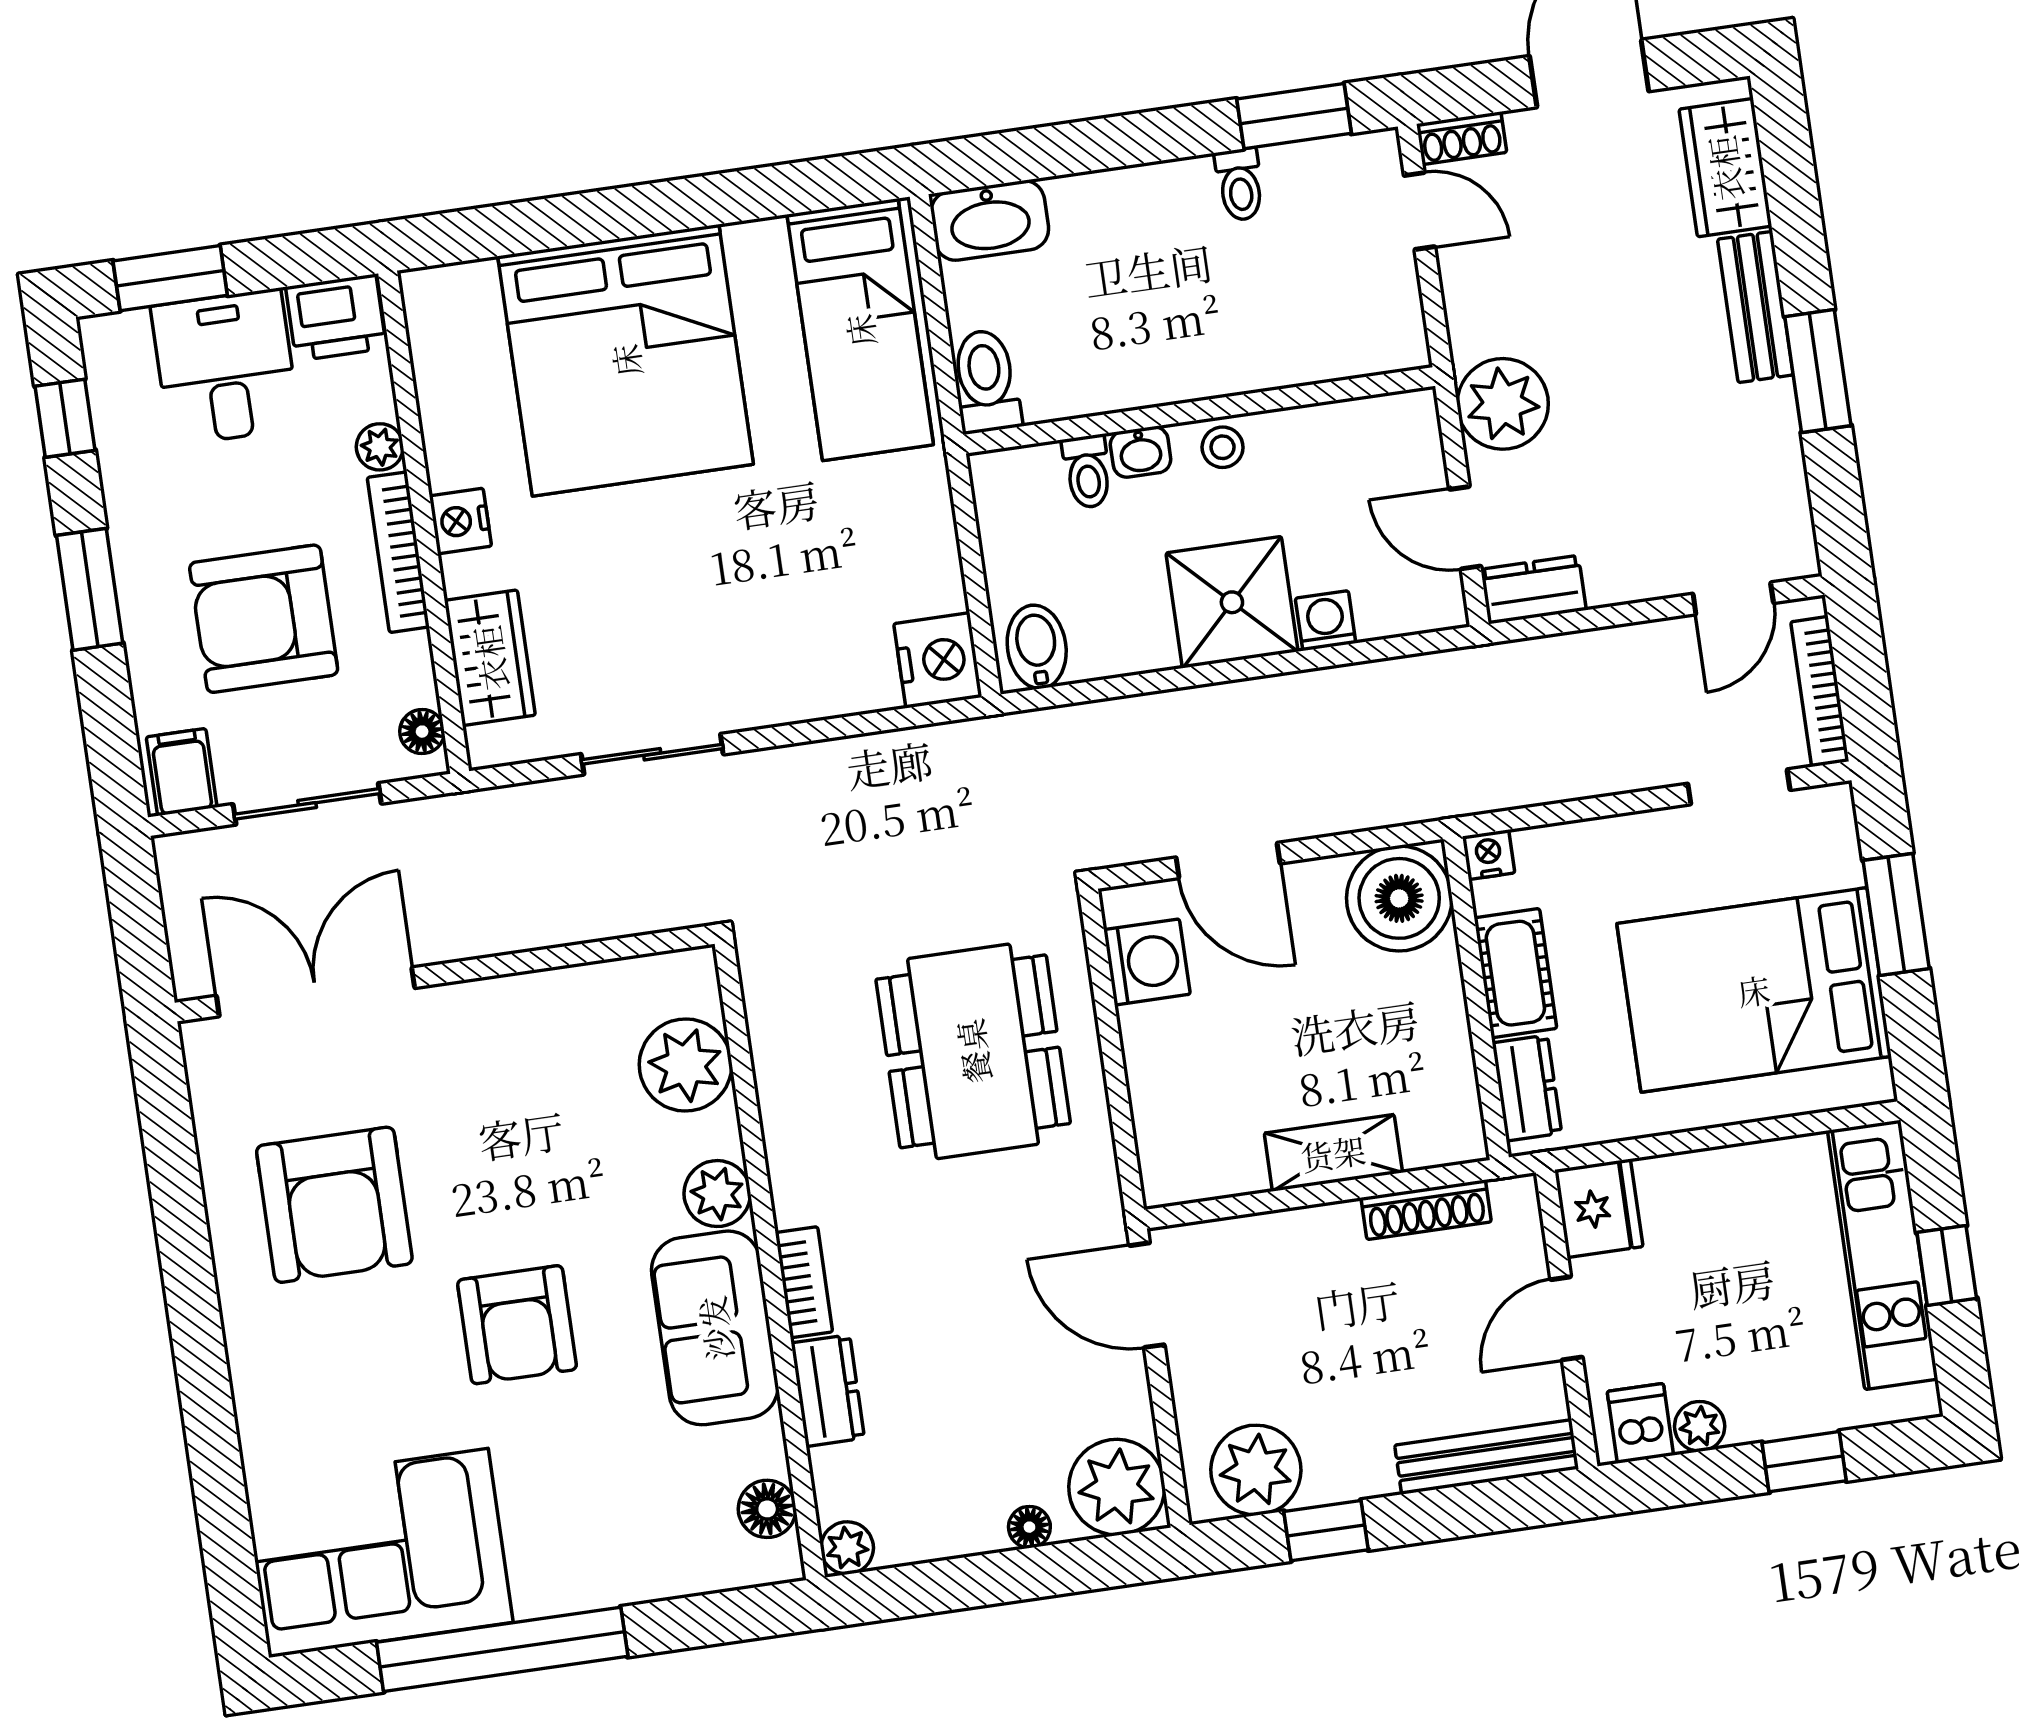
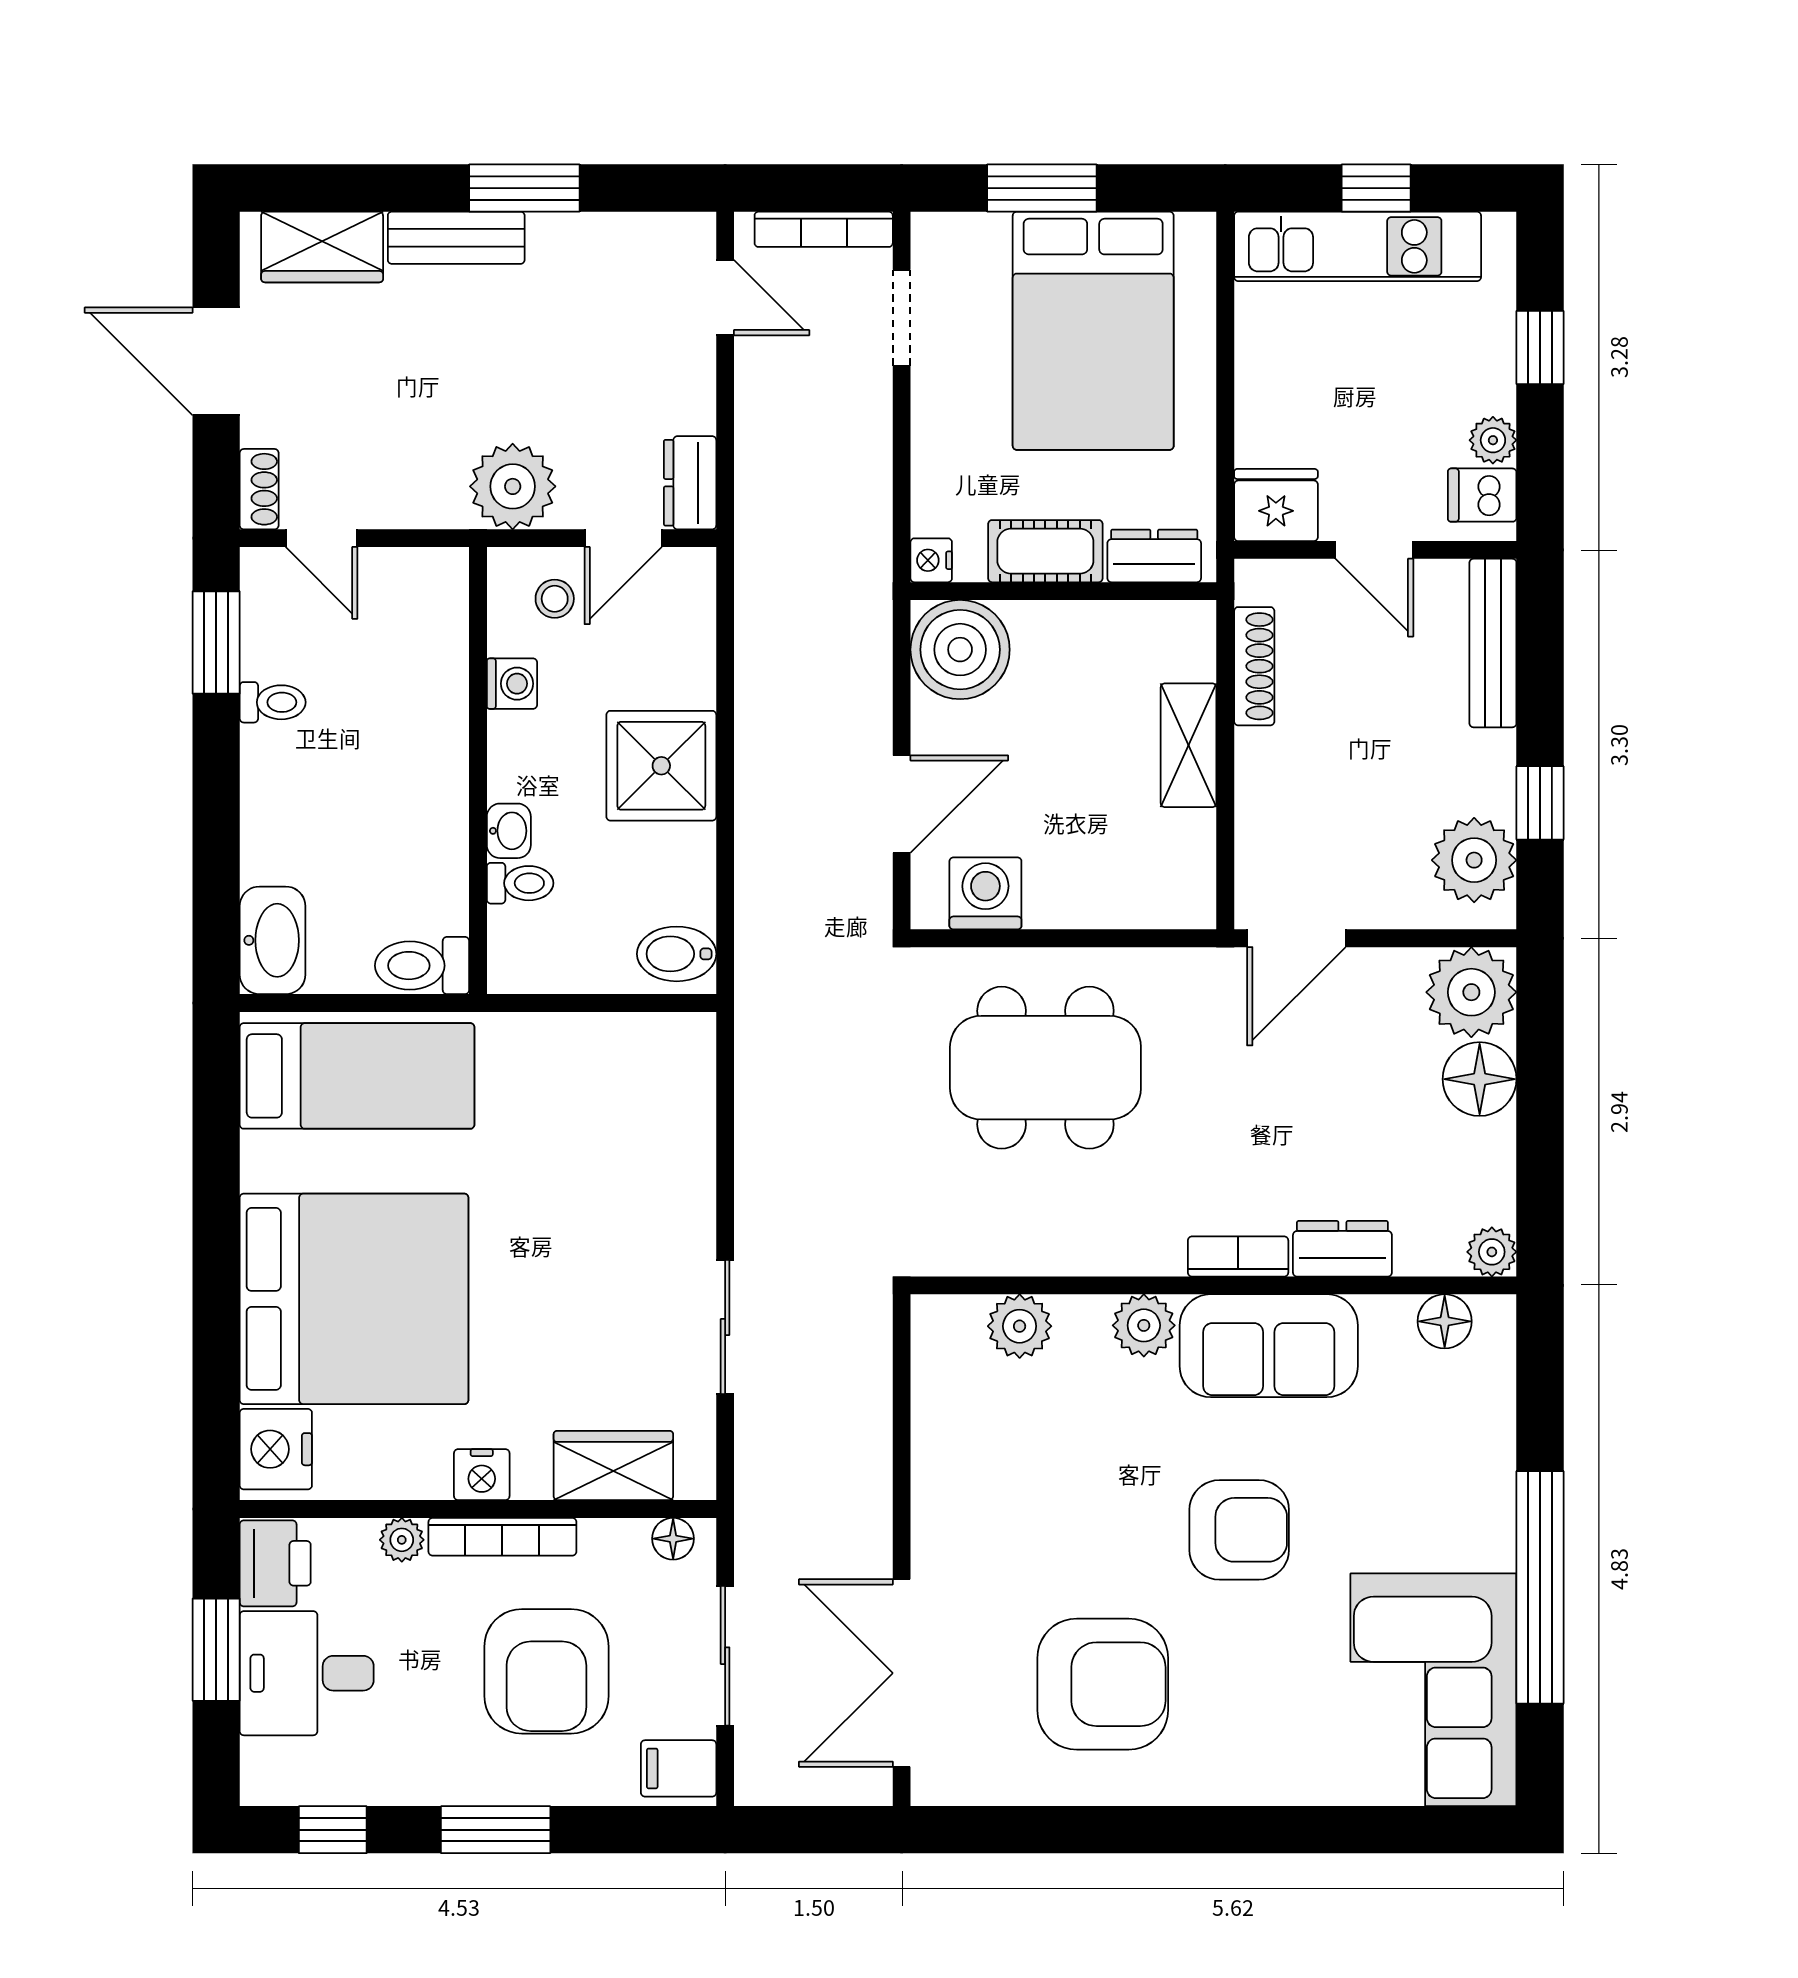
door: (1420, 211) -> (322, 538), swing flipped
window: (170, 278) -> (216, 1650), moved
stool: (1223, 447) -> (555, 599), moved
washing machine: (1326, 621) -> (512, 684), moved, turned 180
nightstand: (938, 660) -> (276, 1449), moved, turned -90
plant: (685, 1065) -> (1020, 1326), width x0.73, depth x0.73
floor lamp: (1029, 1527) -> (1480, 1079), width x1.89, depth x1.89

